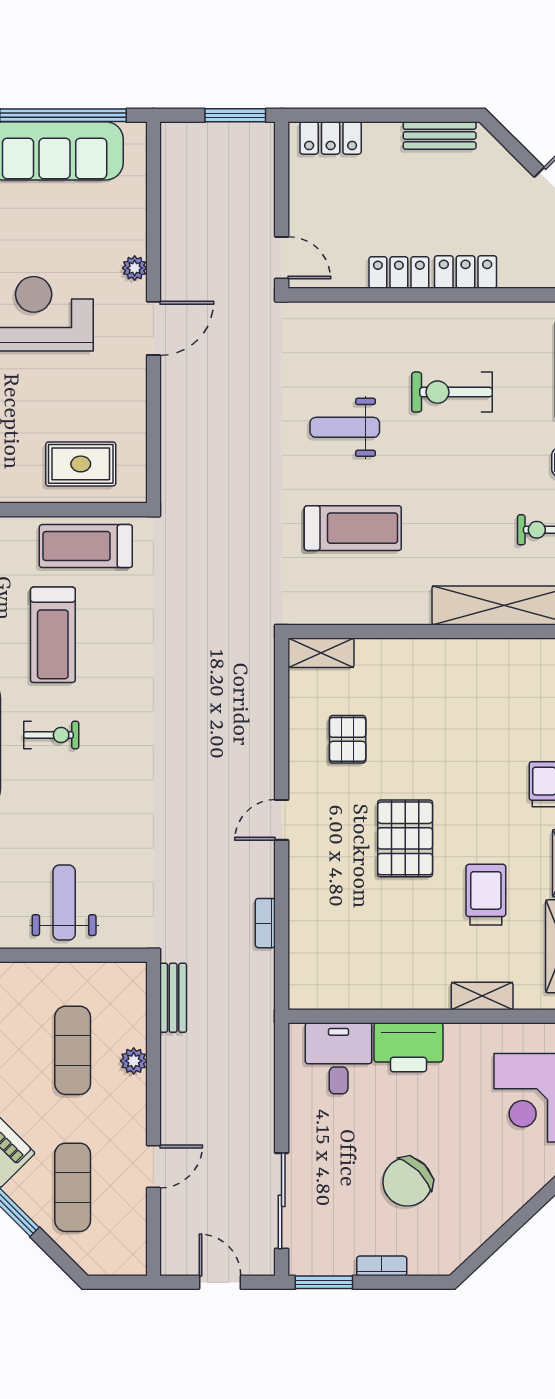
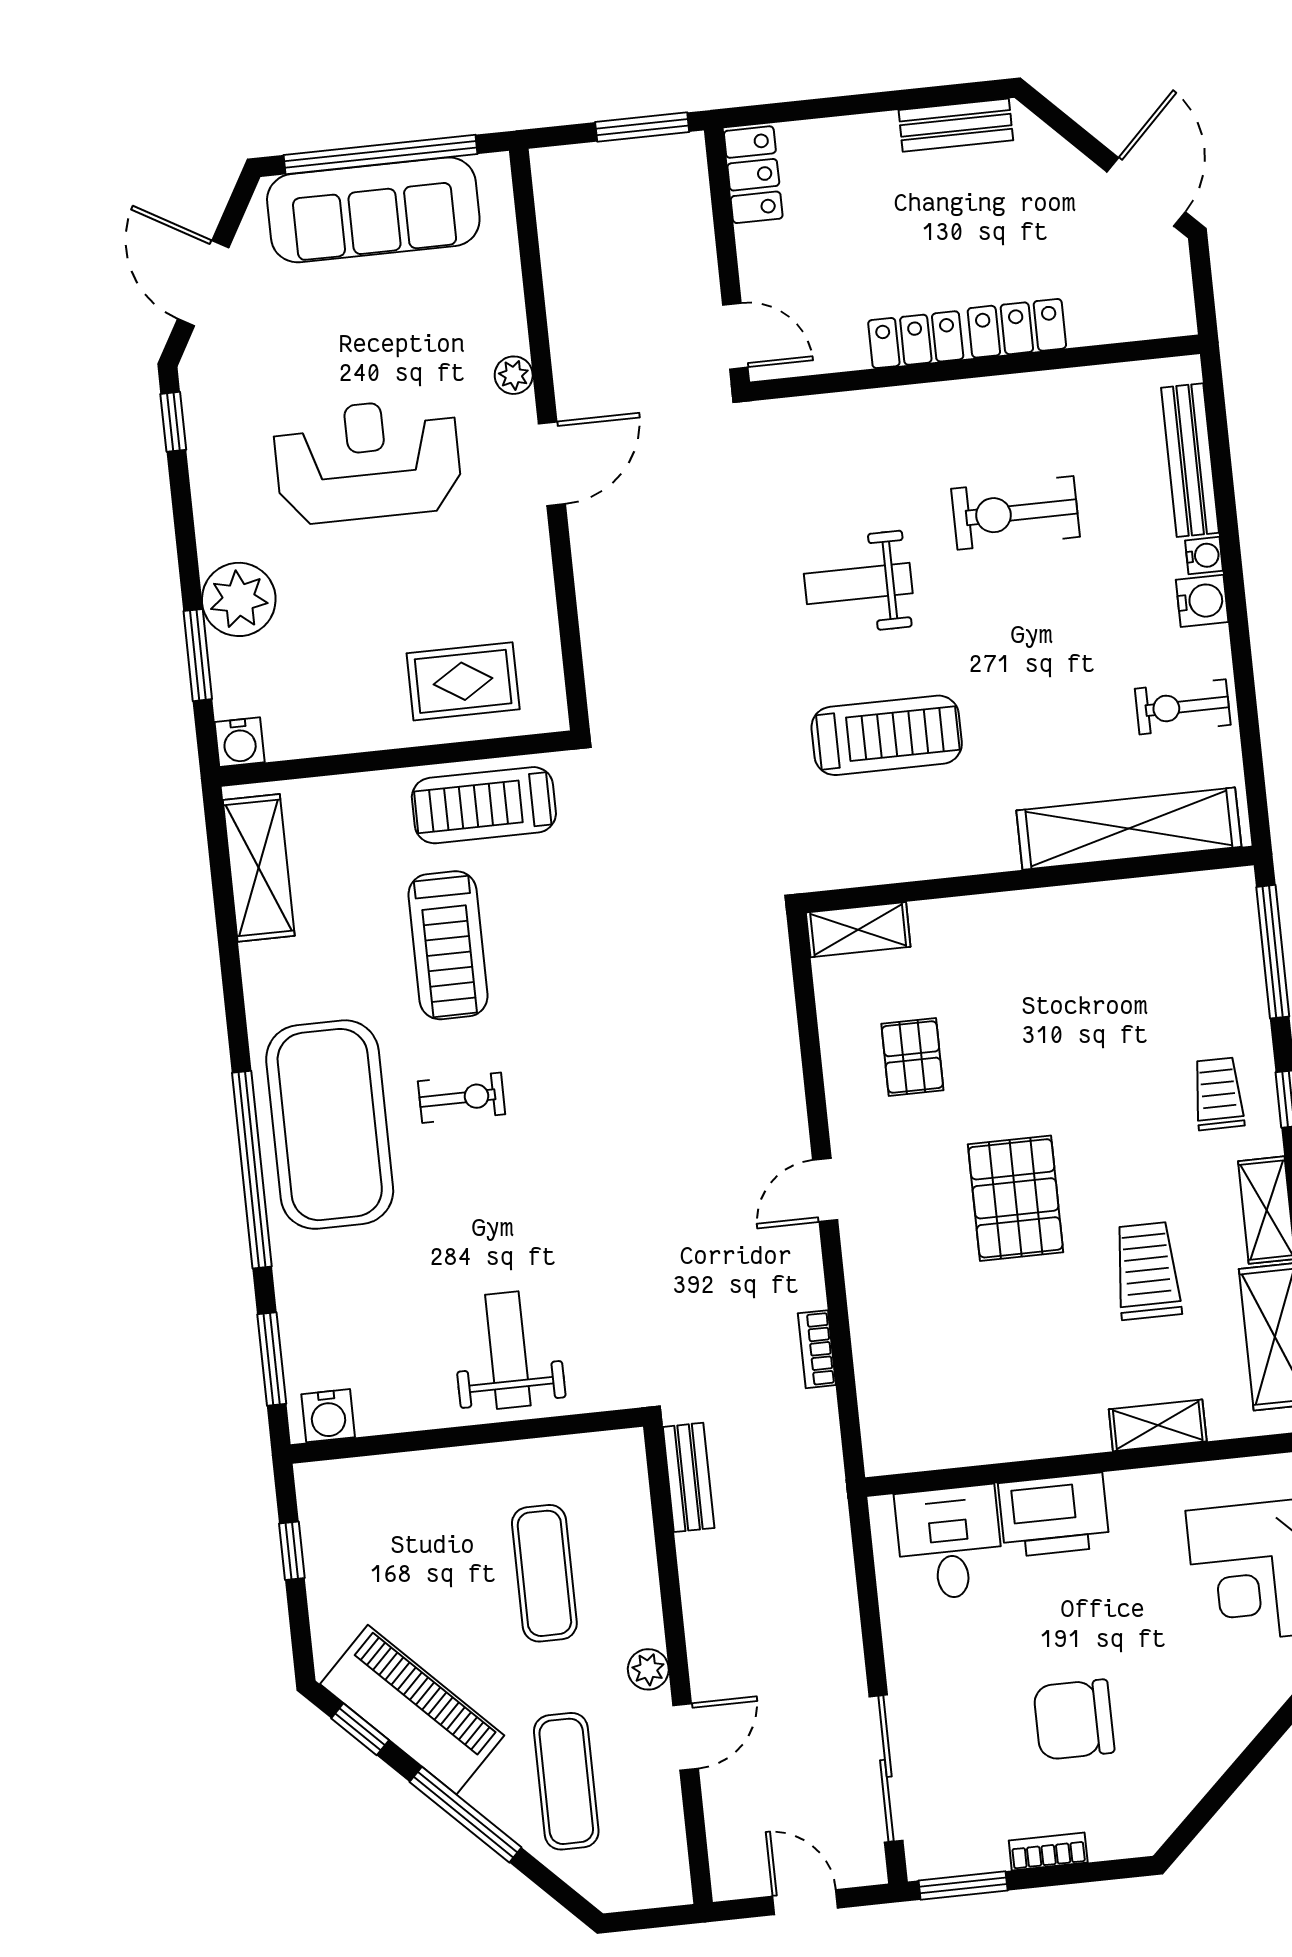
locker: (331, 138) -> (753, 175), moved, turned -90
plant: (134, 1061) -> (648, 1669), moved
chair: (407, 1182) -> (1074, 1720), turned 45

